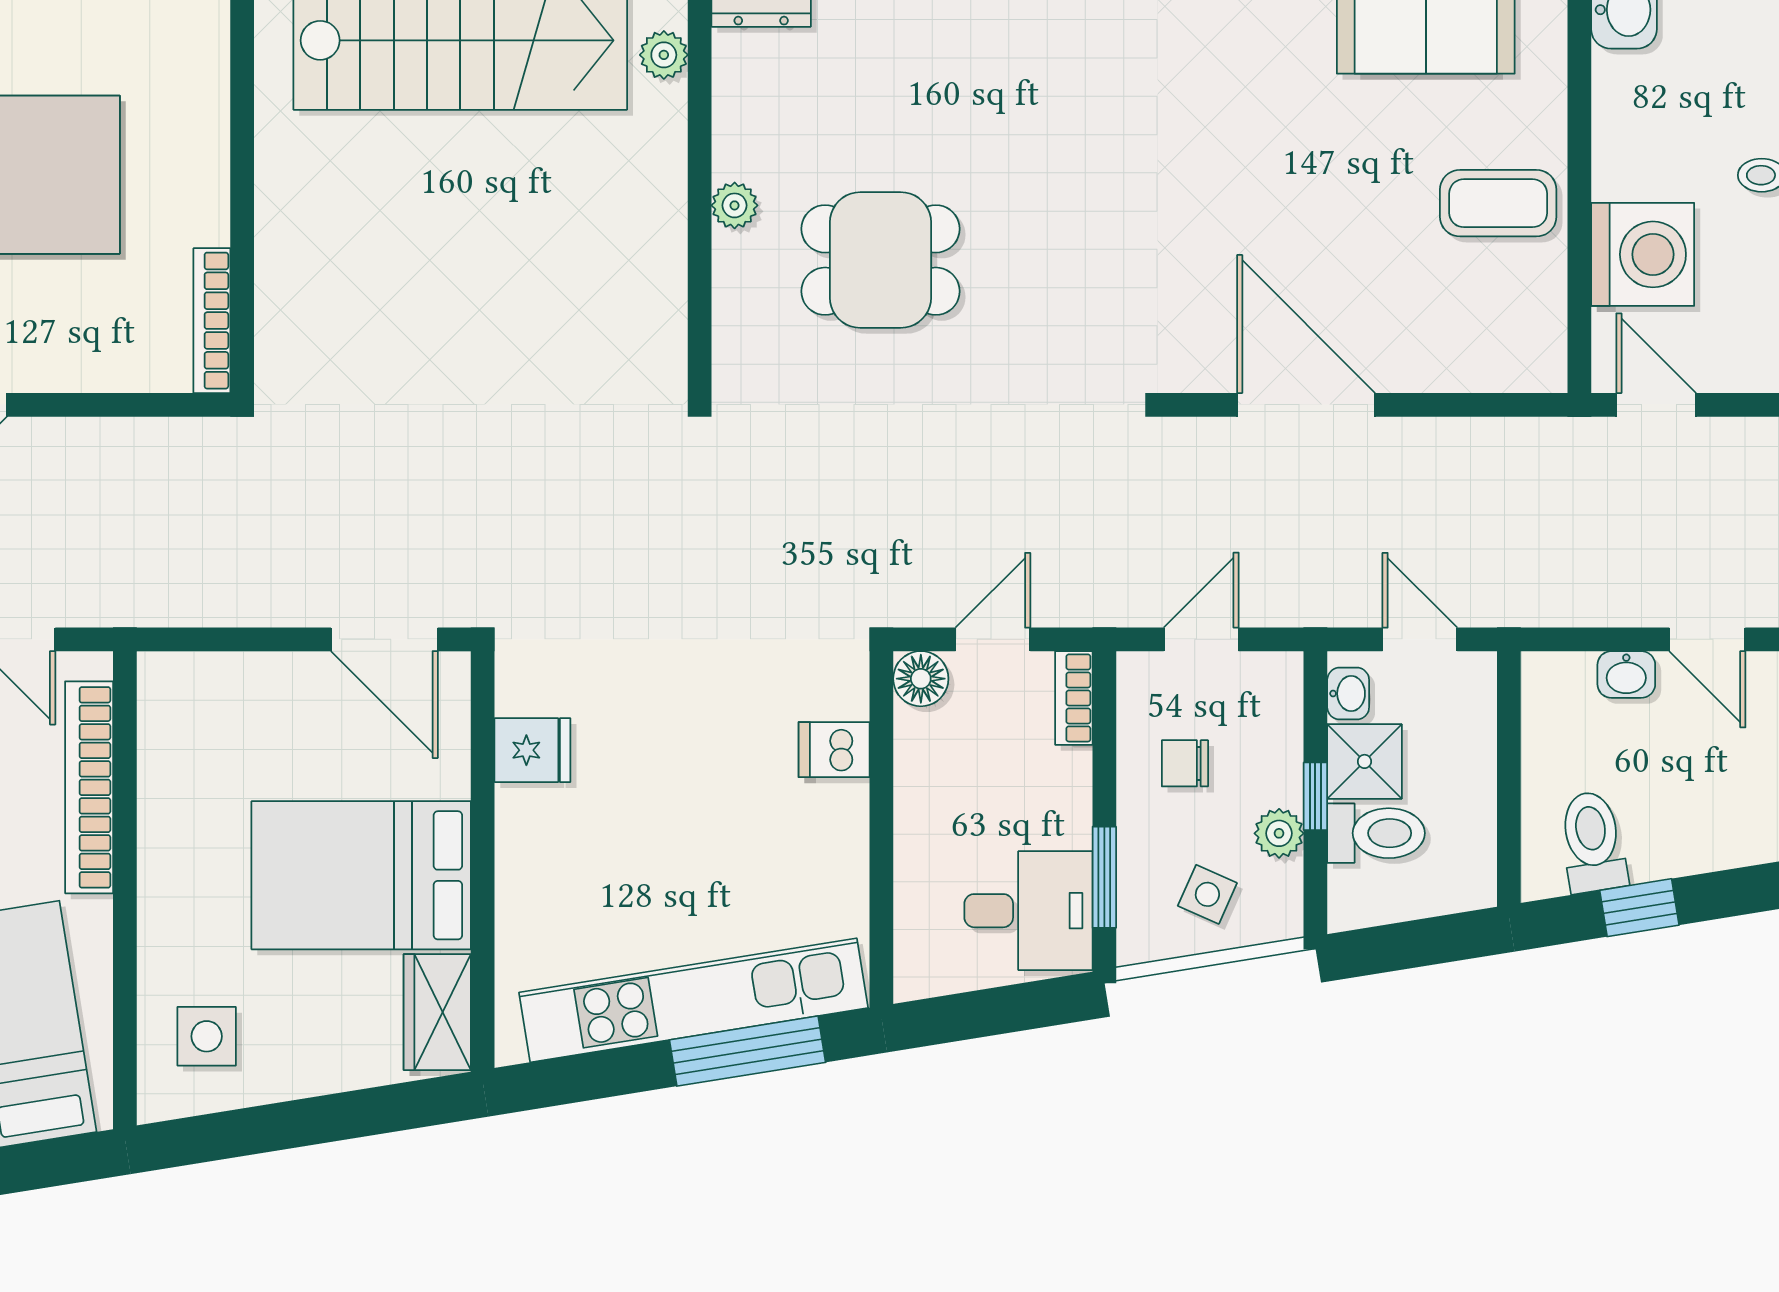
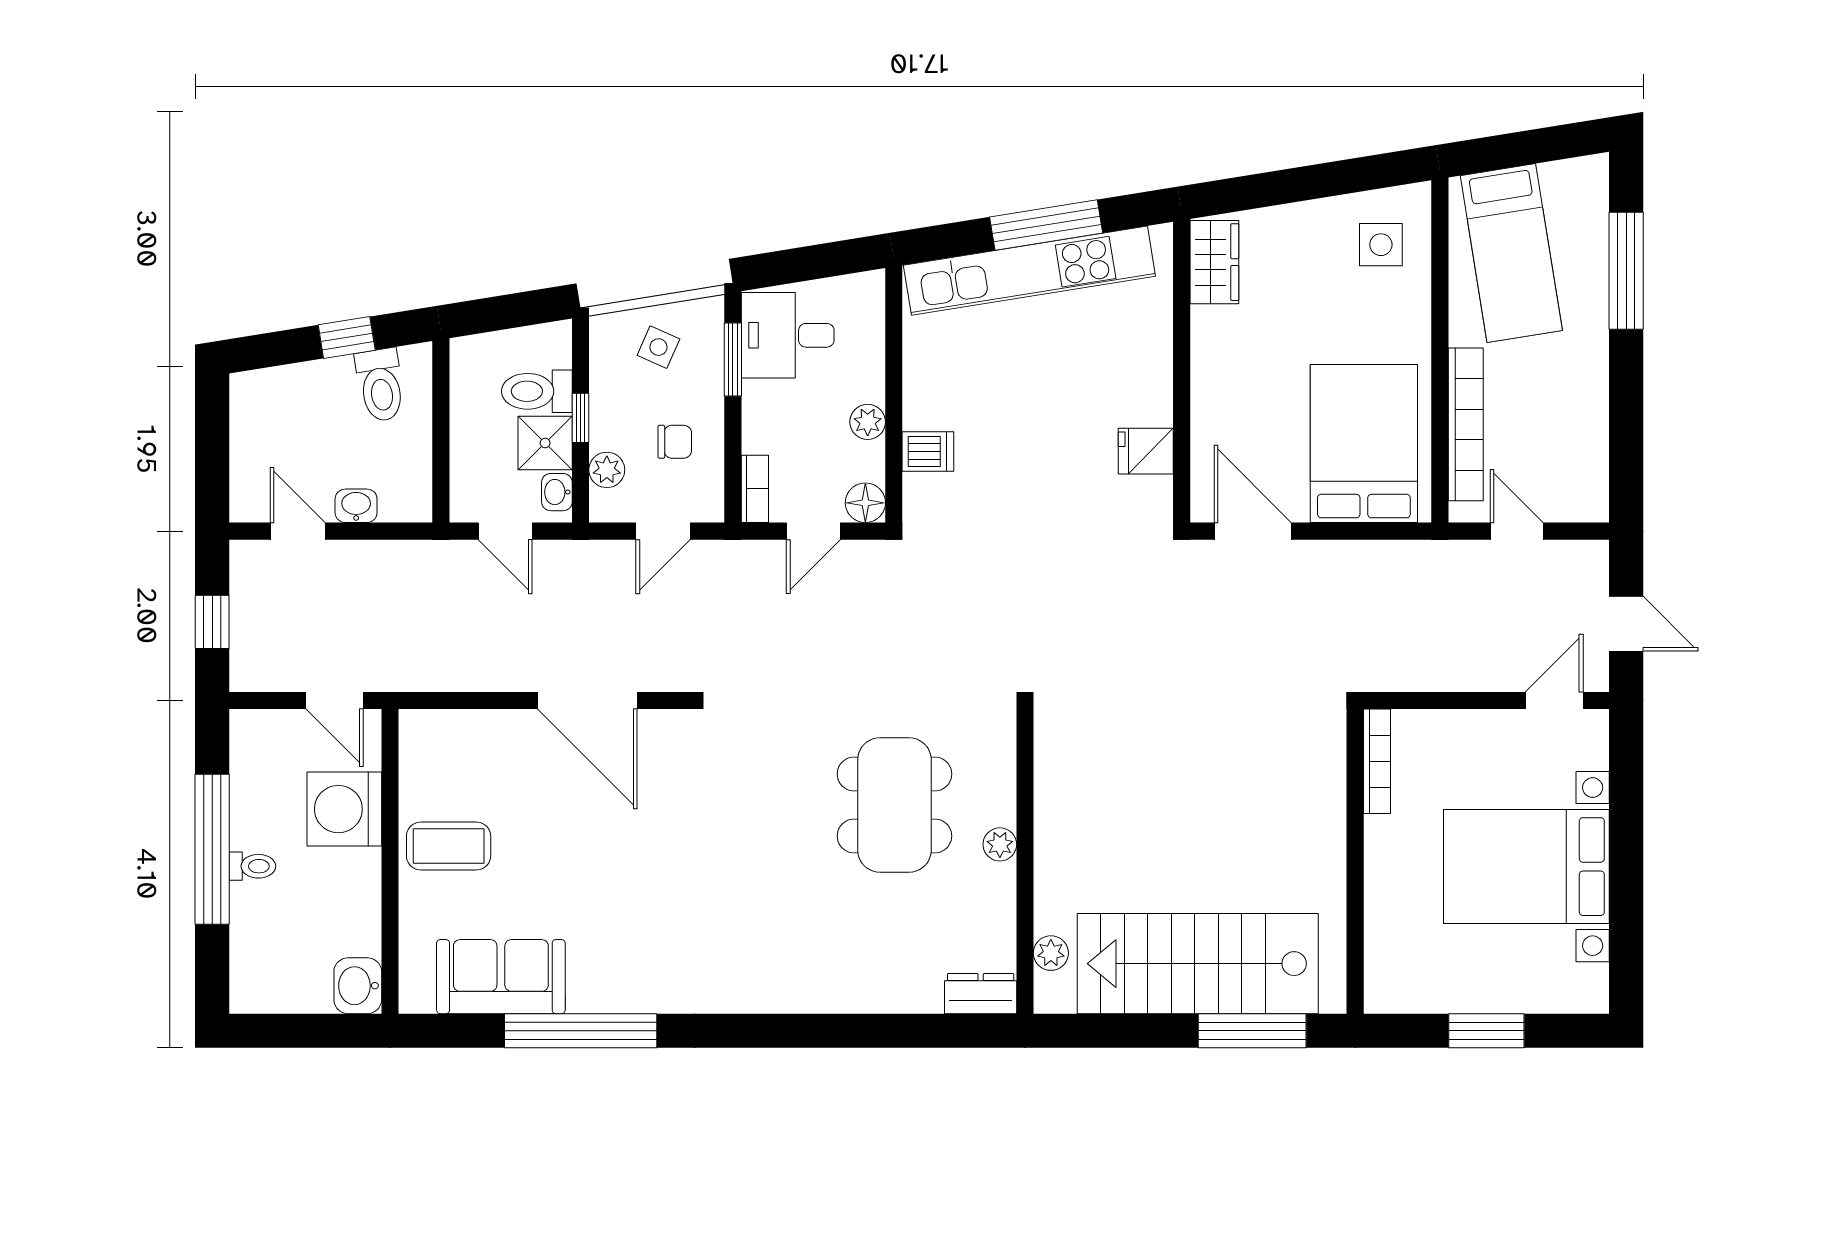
dining table: (880, 260) -> (894, 805), width x1.38
plant: (918, 791) -> (868, 422), added
plant: (1279, 833) -> (607, 470), moved
bed: (361, 875) -> (1364, 443), moved, turned -90
window: (748, 1051) -> (1046, 225), moved

